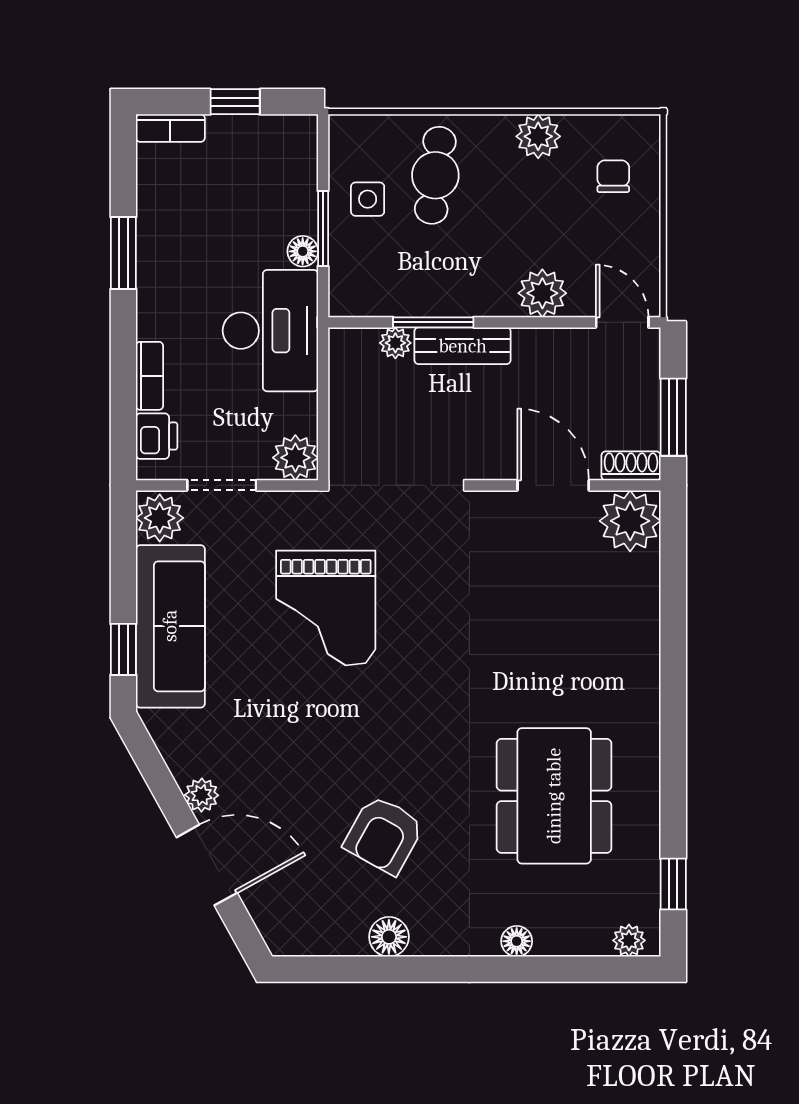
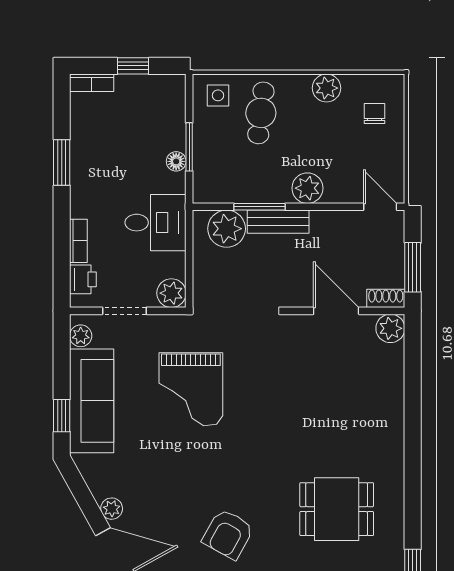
side table: (368, 199) -> (218, 95), moved
plant: (542, 293) -> (307, 188), moved
desk: (270, 331) -> (156, 223), width x0.73
plant: (395, 343) -> (227, 229), width x1.88, depth x1.88
plant: (160, 518) -> (81, 336), width x0.73, depth x0.73
plant: (630, 521) -> (390, 328), width x0.73, depth x0.73
dining table: (554, 796) -> (337, 509), width x0.73

